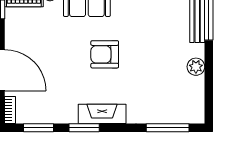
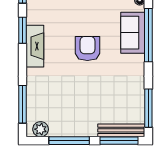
plant: (196, 67) -> (41, 129), moved
window: (209, 75) -> (69, 141), added

